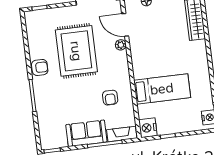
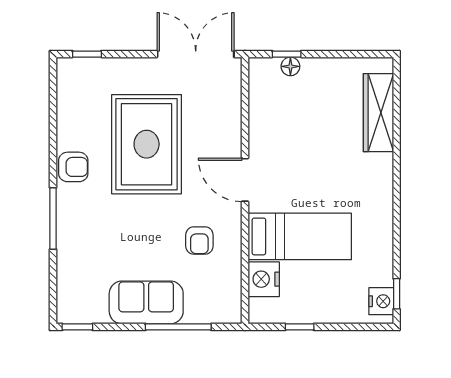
door: (125, 25) -> (245, 180), moved
plant: (121, 45) -> (232, 143), removed
nightstand: (148, 128) -> (264, 279), moved
fireplace: (122, 134) -> (213, 312), removed

